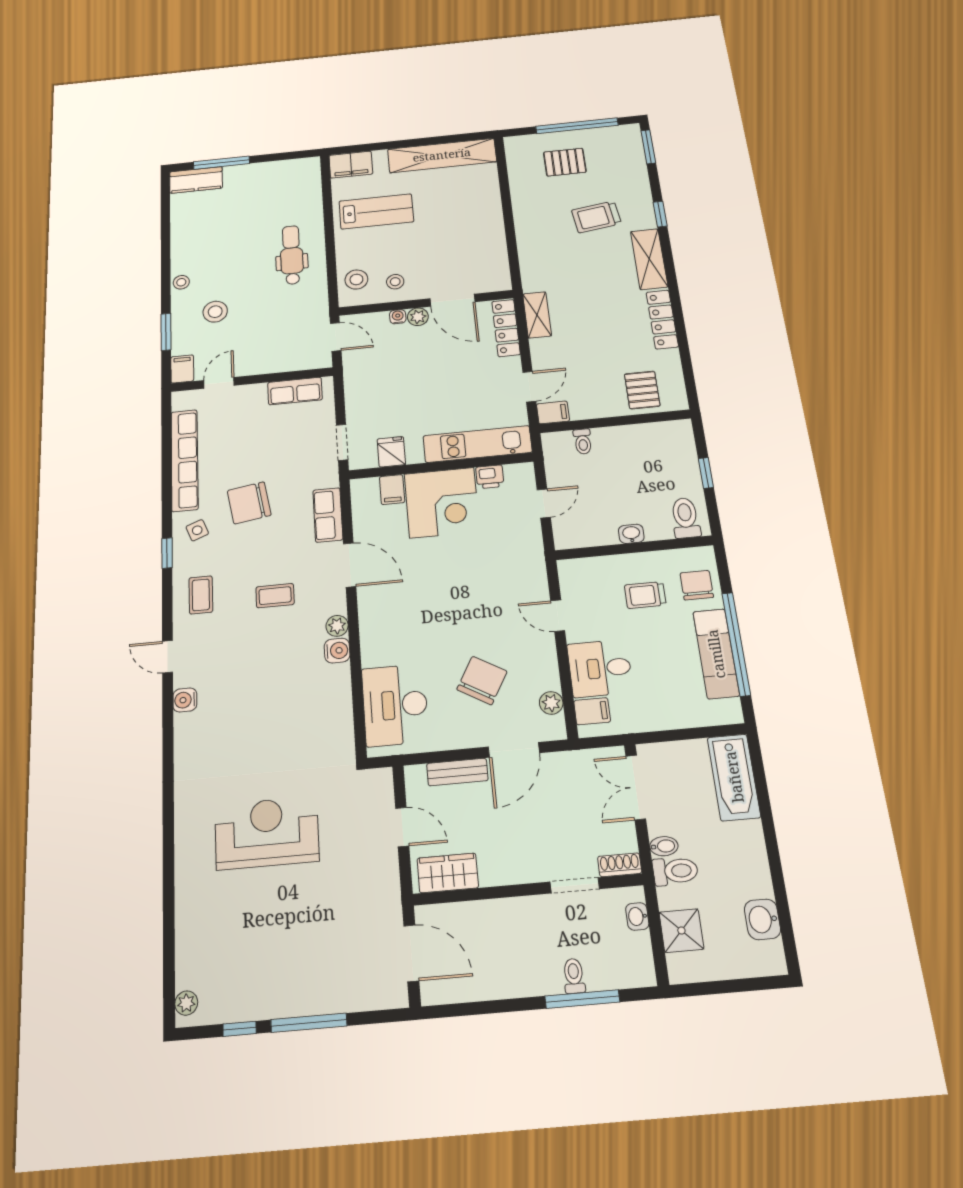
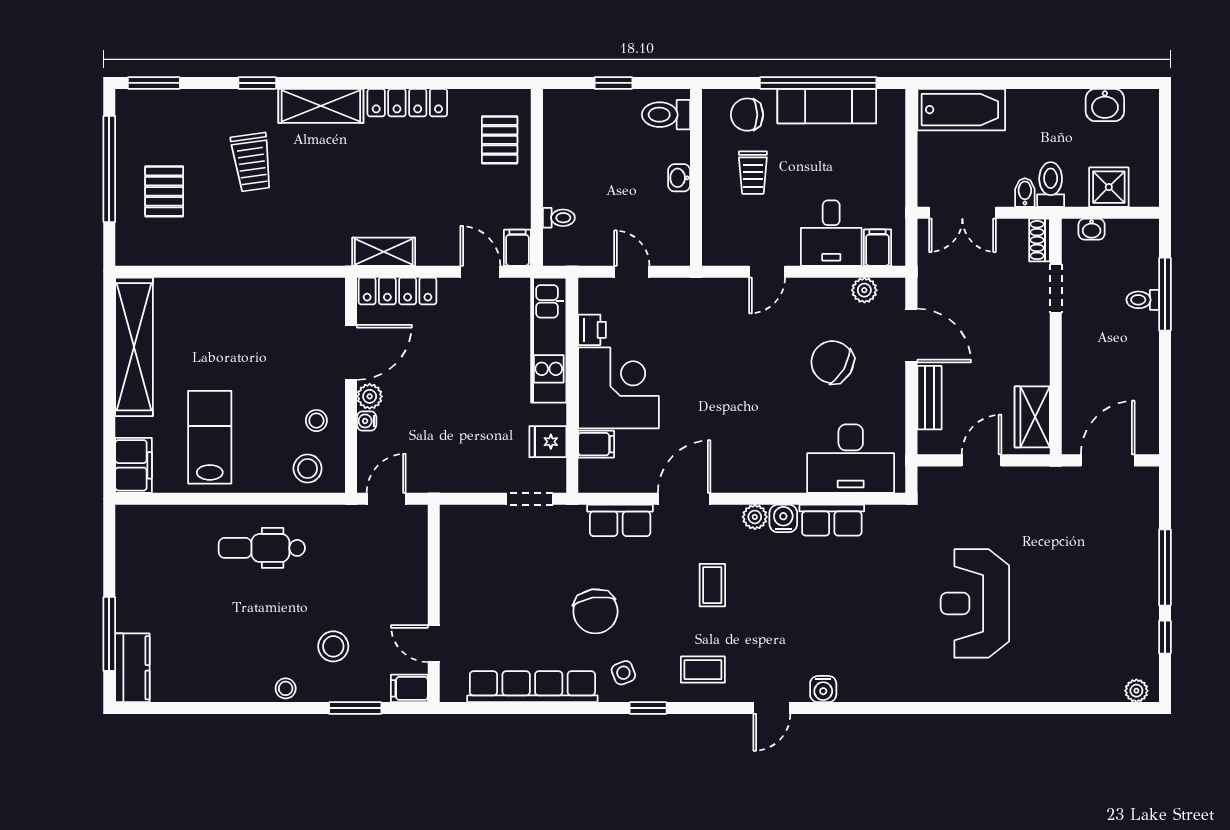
pallet: (642, 390) -> (500, 140), turned 90
row of seats: (295, 391) -> (832, 520), moved, turned 90

